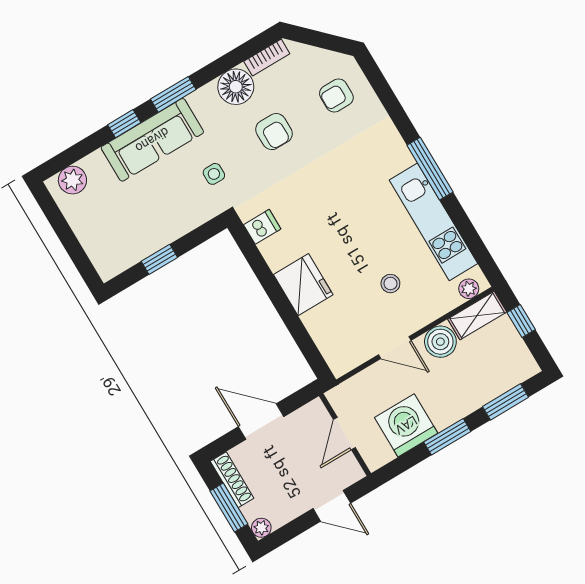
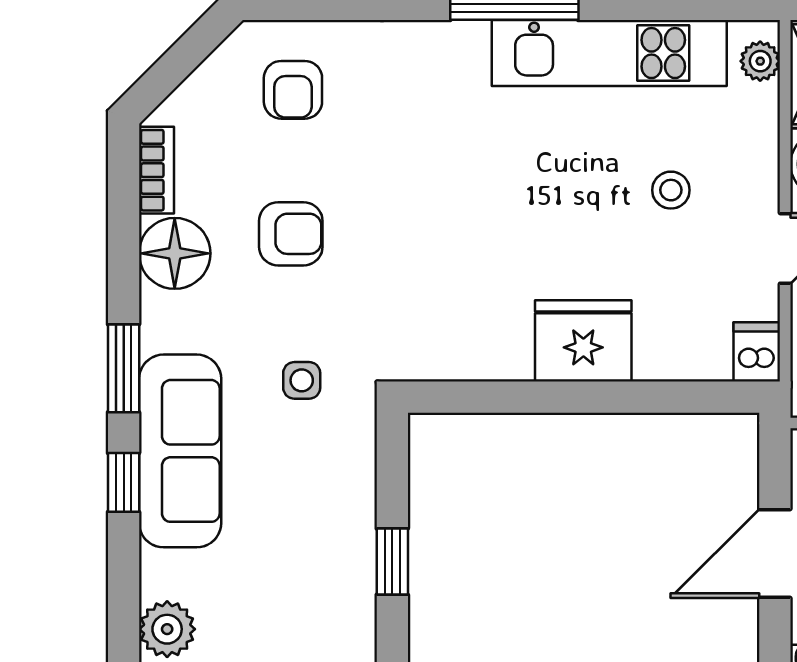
dishwasher: (262, 227) -> (757, 352), moved

